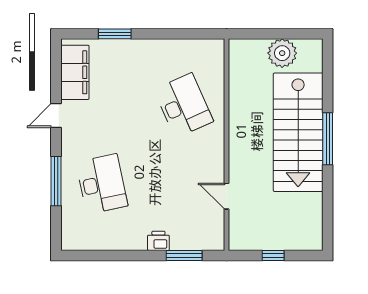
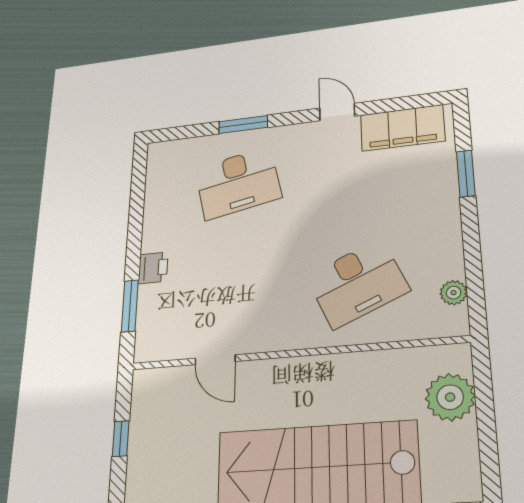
plant: (196, 47) -> (454, 293), added
plant: (282, 53) -> (450, 397), moved
window: (56, 181) -> (243, 124), width x0.69
door: (226, 196) -> (215, 360), swing flipped

